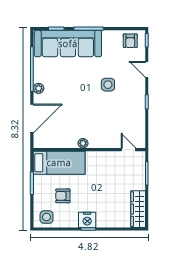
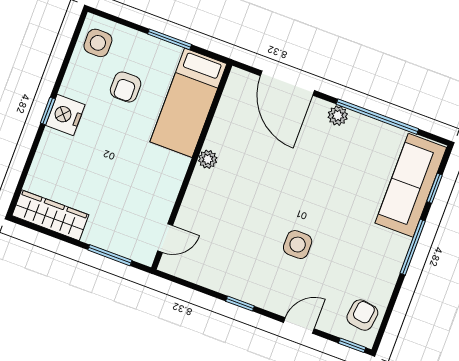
armchair: (130, 41) -> (362, 315), turned 98
sofa: (68, 44) -> (411, 185), width x0.74, depth x0.79
armchair: (63, 196) -> (126, 87), turned 180

